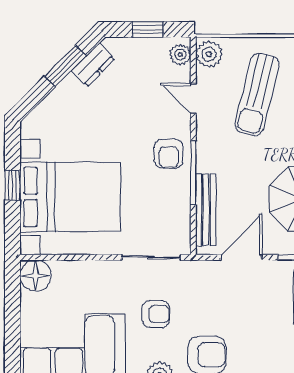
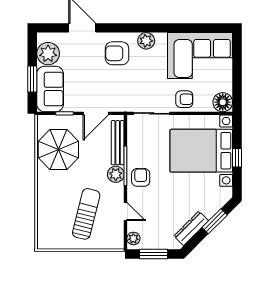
window: (148, 30) -> (153, 254), width x1.50
plant: (209, 54) -> (116, 174), moved
dresser: (93, 65) -> (191, 228), width x1.44
window: (65, 66) -> (215, 221), moved
armchair: (156, 314) -> (184, 99), moved, turned 180

